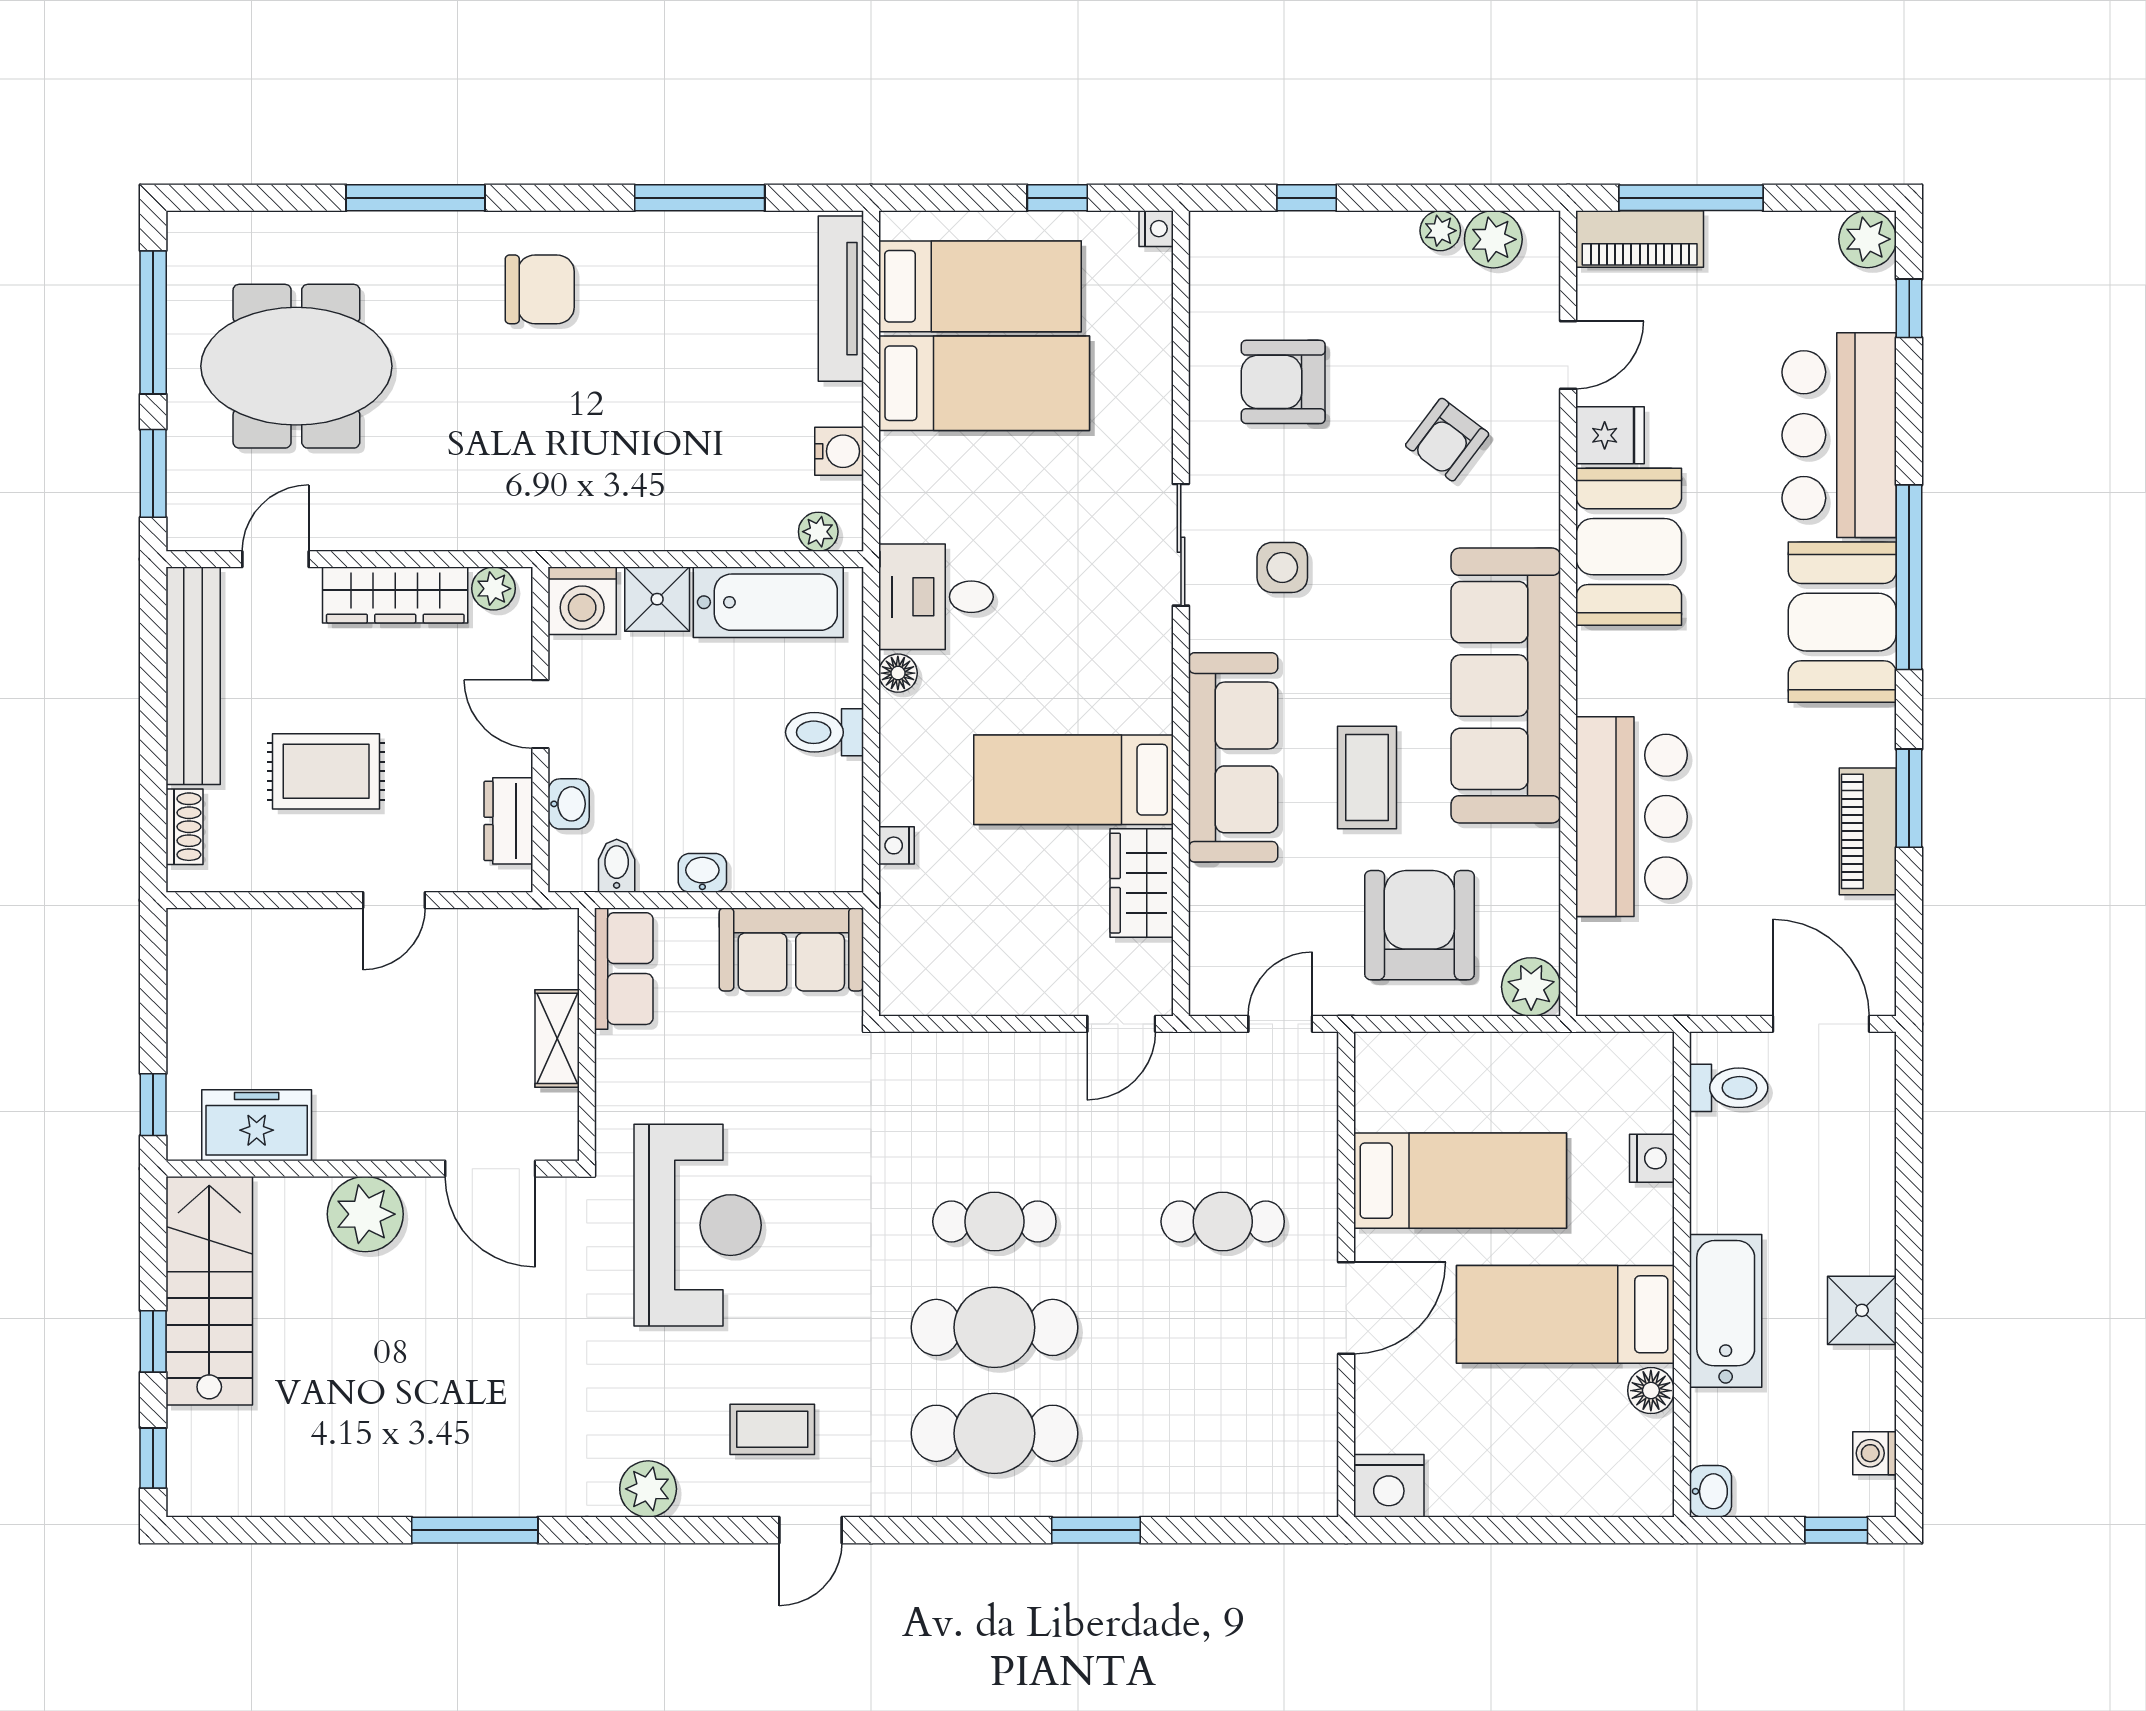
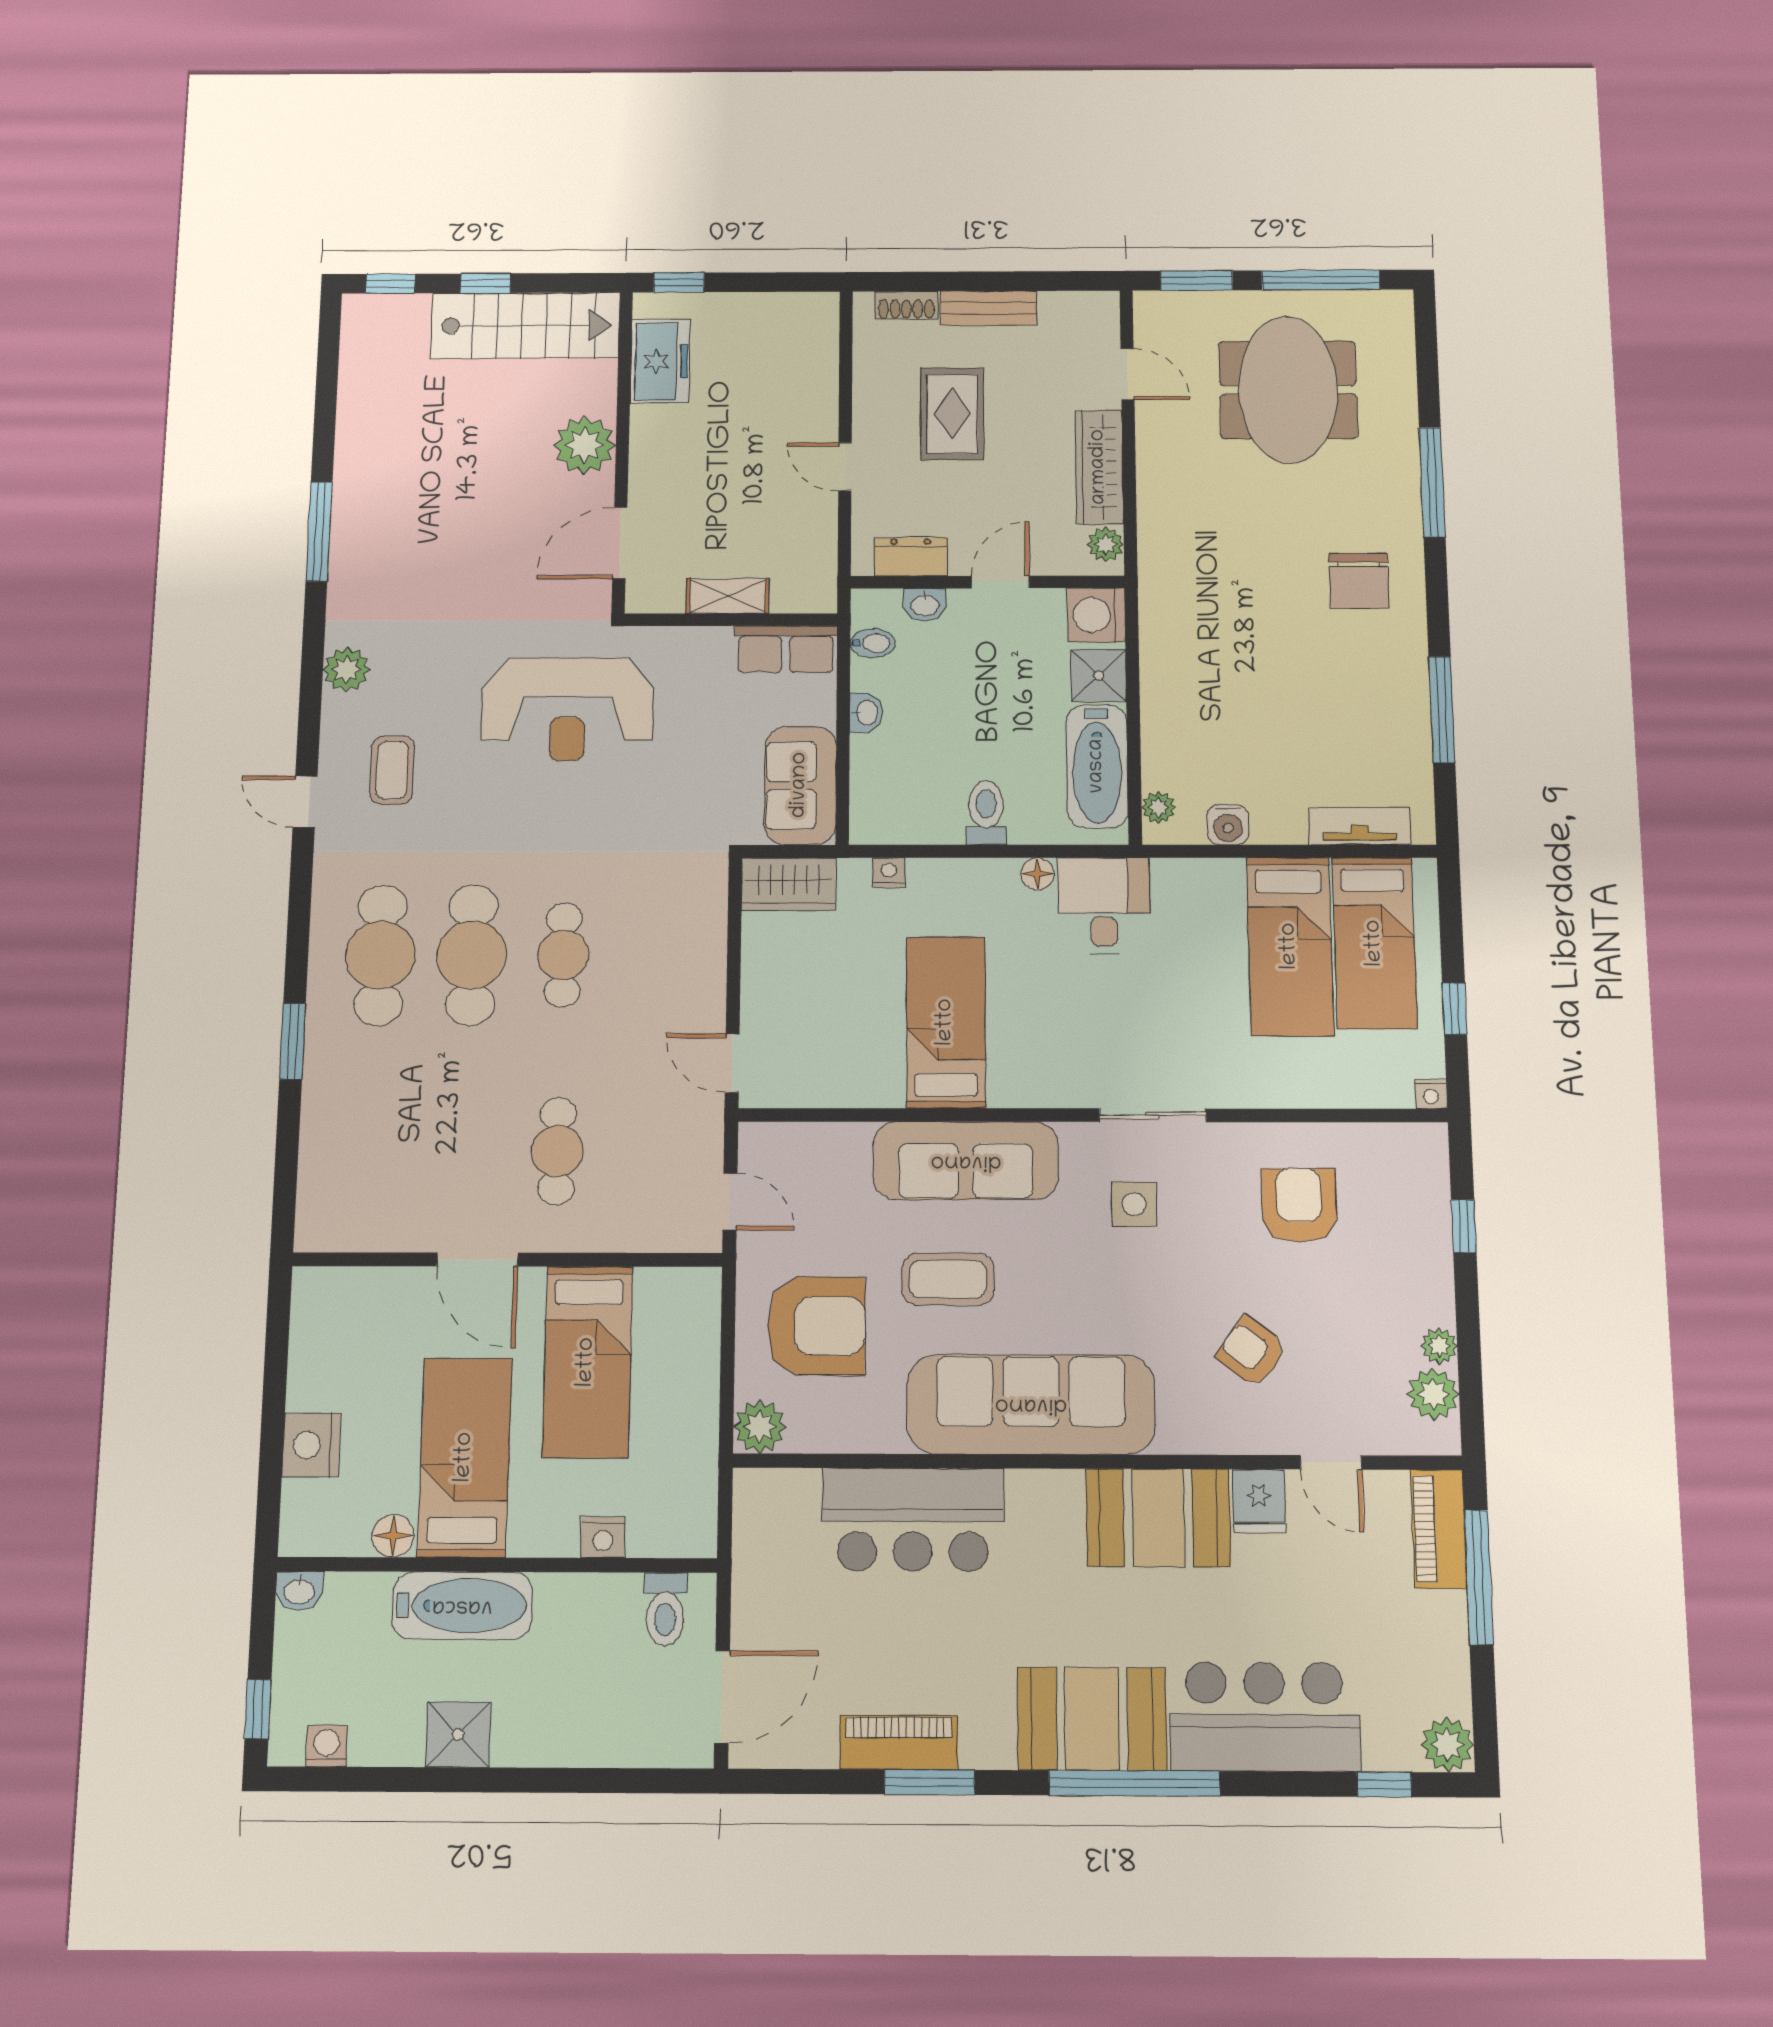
tv unit: (841, 299) -> (1360, 826), width x0.71
bench: (193, 676) -> (989, 308), width x0.54, depth x0.82
wardrobe: (1142, 883) -> (789, 884), moved, turned 180
nightstand: (1389, 1486) -> (311, 1445), moved

